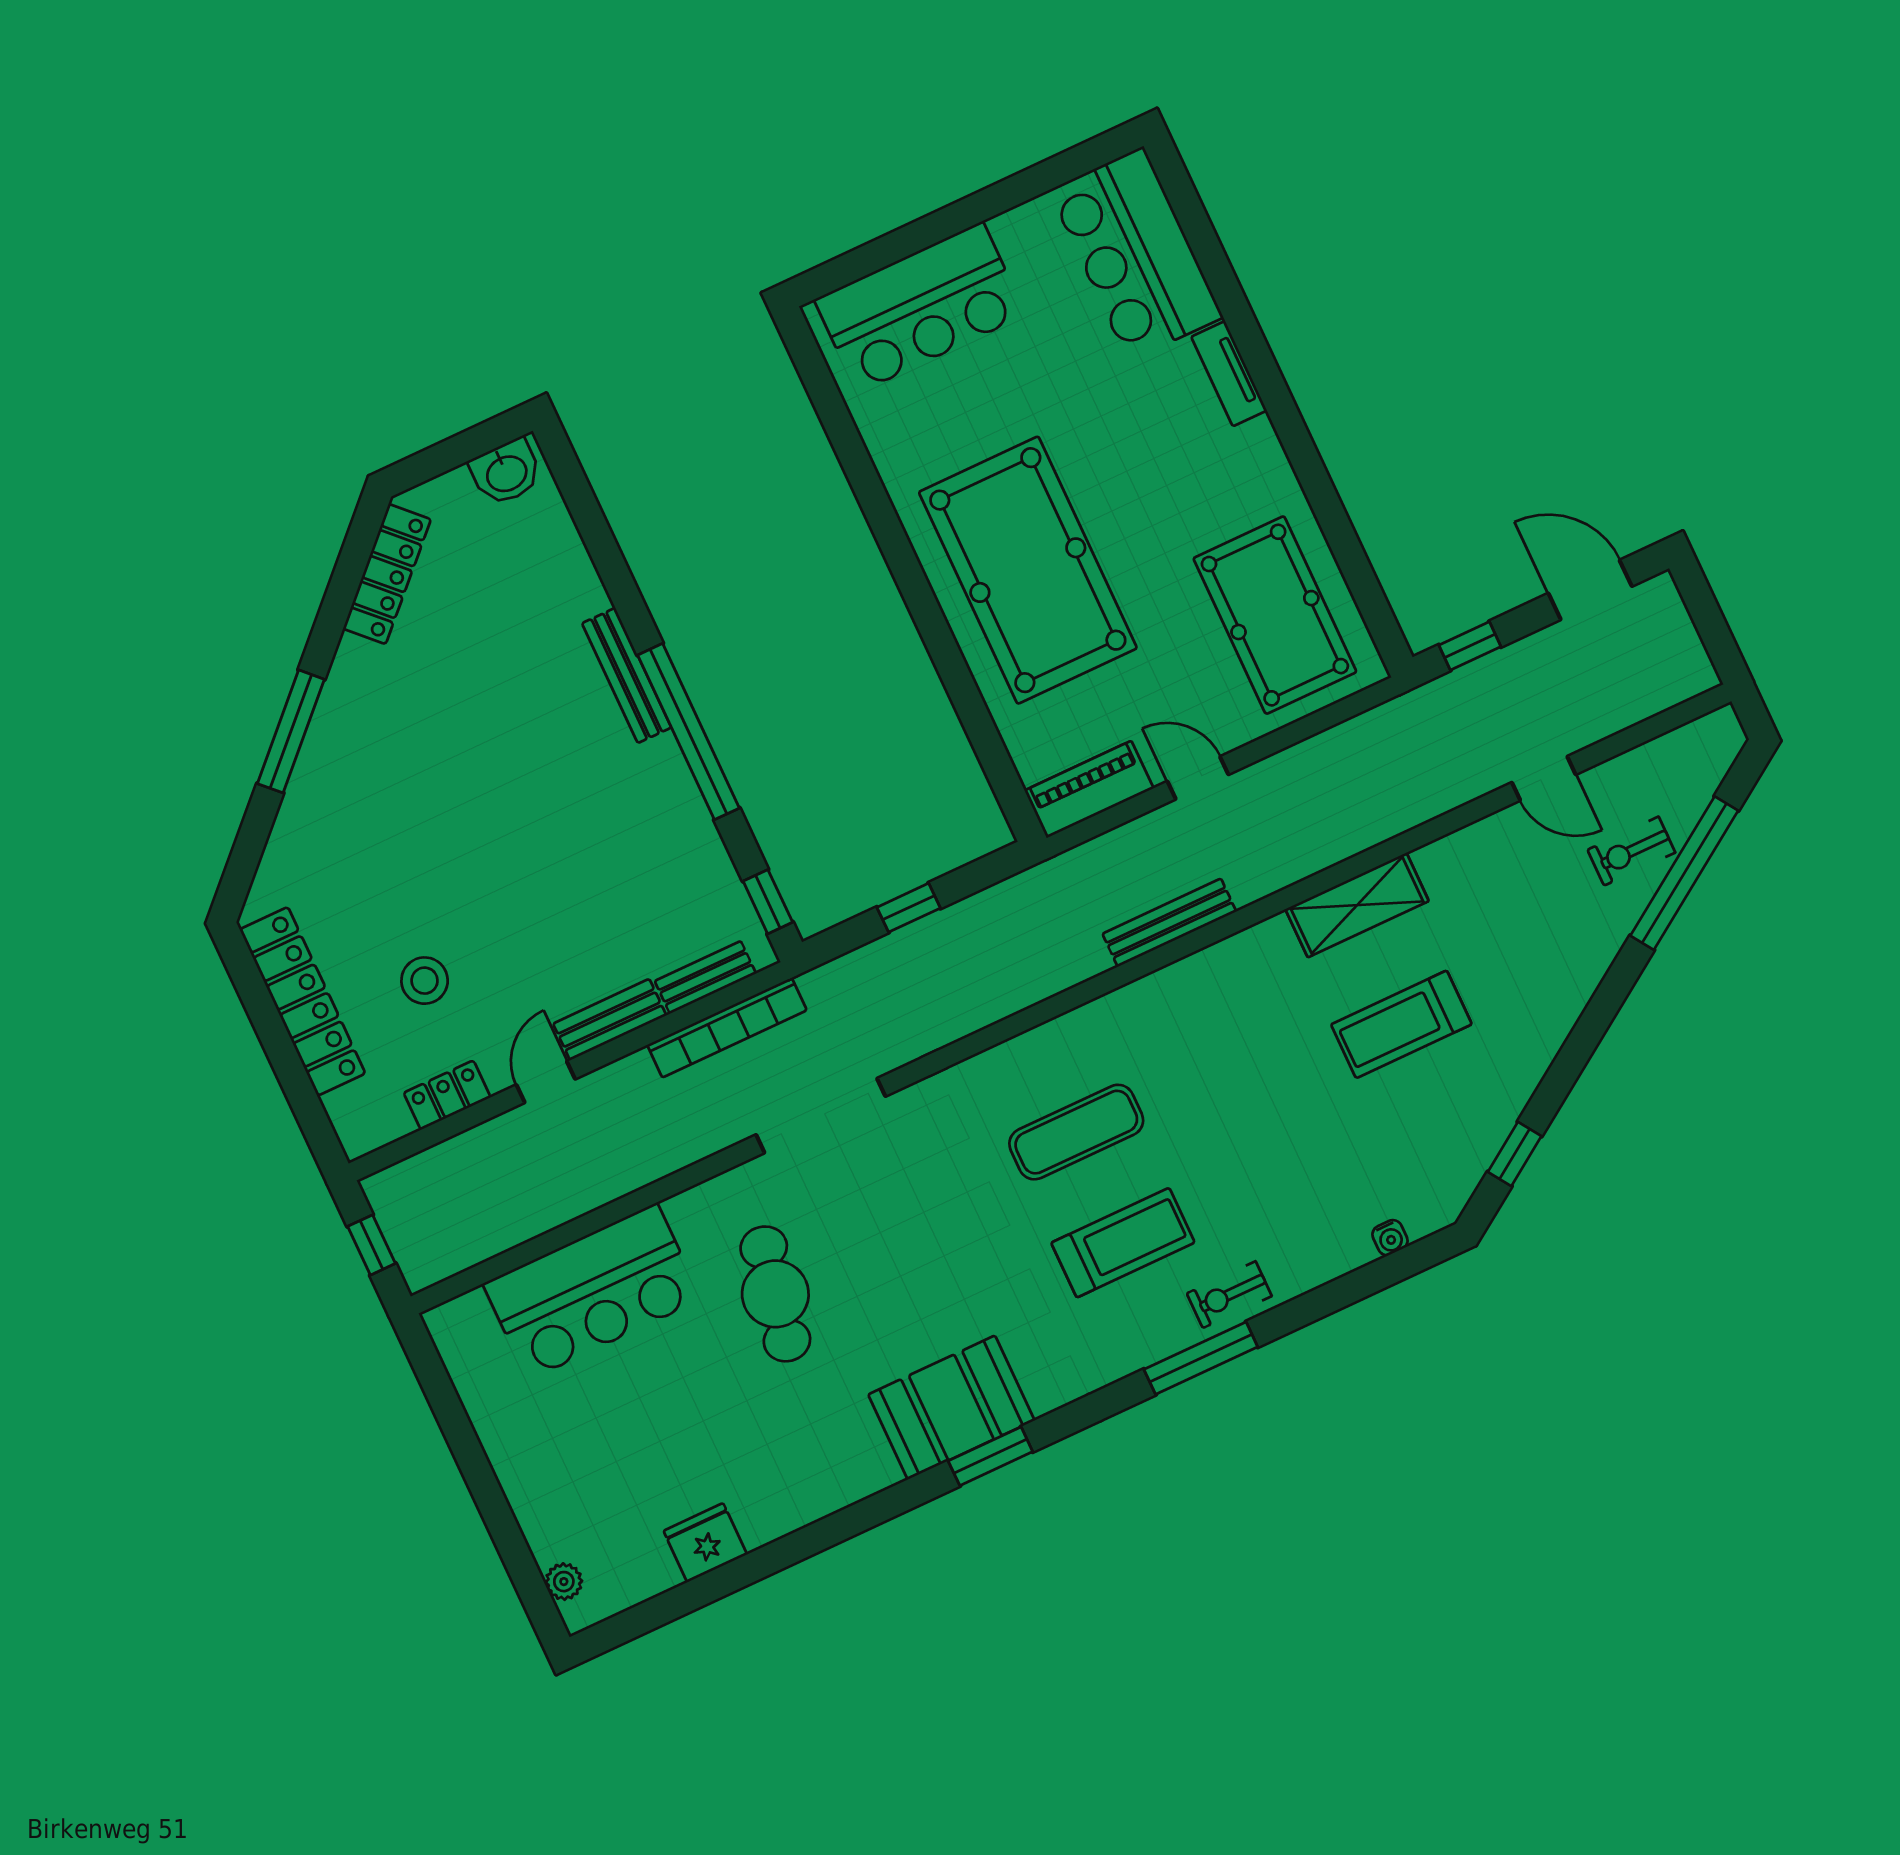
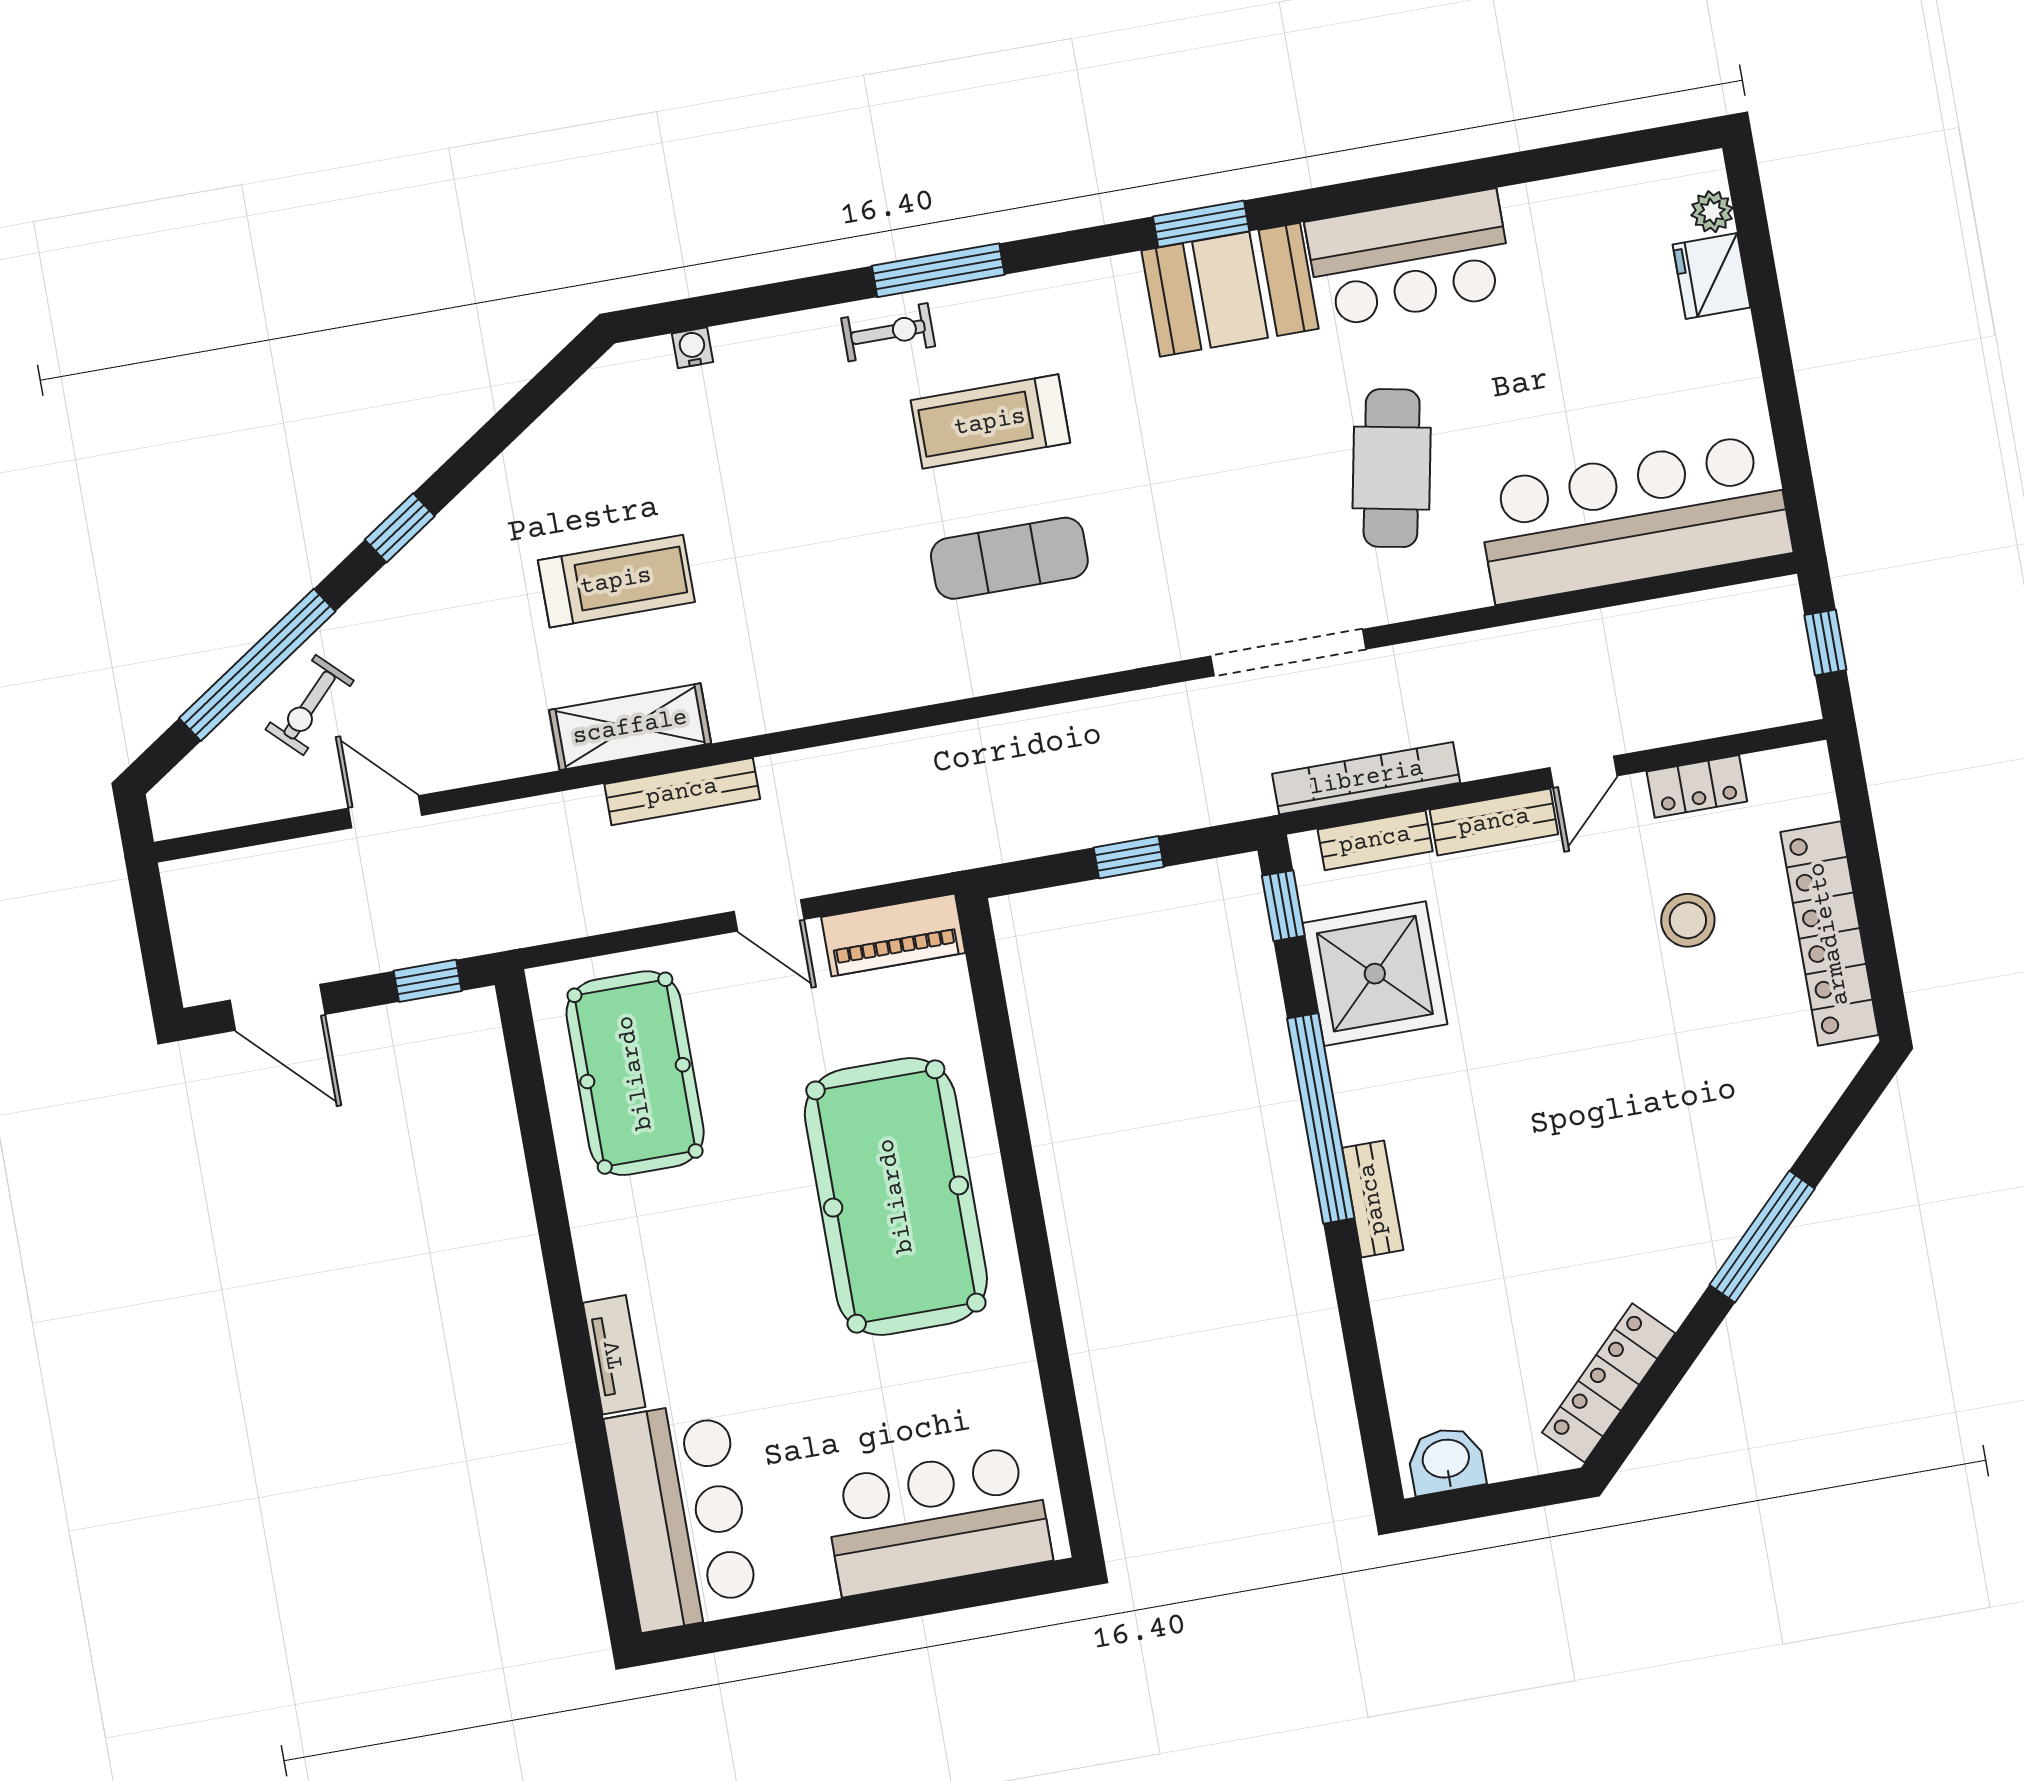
bench: (627, 675) -> (1373, 1199), width x0.73
exercise bike: (1631, 851) -> (310, 705), turned 134
shower: (676, 865) -> (1375, 974), added
bench: (1169, 923) -> (682, 792), moved
window: (1515, 1154) -> (400, 528), moved
bar counter: (592, 1291) -> (1634, 518), width x1.36
bar counter: (808, 1474) -> (1409, 258), added
fridge: (705, 1543) -> (1712, 276), moved, turned 90

